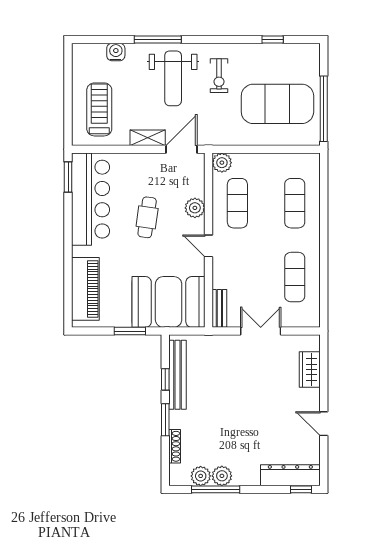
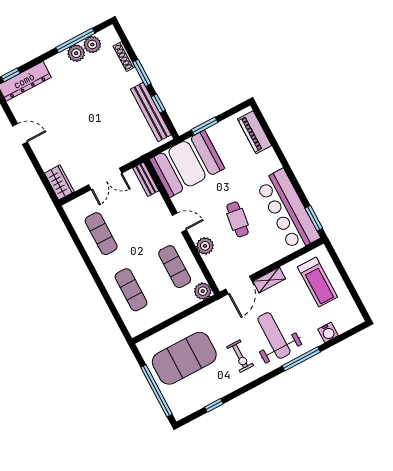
exercise bike: (219, 76) -> (240, 356), turned 180
window: (324, 109) -> (157, 391), moved
piano: (85, 289) -> (255, 132), width x0.73, depth x0.75
wardrobe: (310, 370) -> (59, 182), moved

